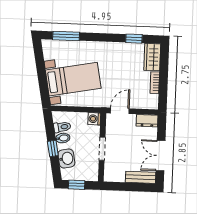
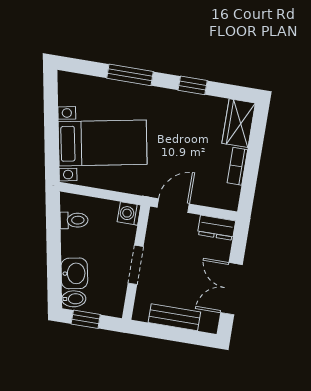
window: (66, 36) -> (130, 75), moved
window: (134, 39) -> (193, 85), moved
bidet: (63, 138) -> (74, 299), moved
window: (53, 149) -> (54, 254), removed
bench: (141, 177) -> (174, 317), moved

